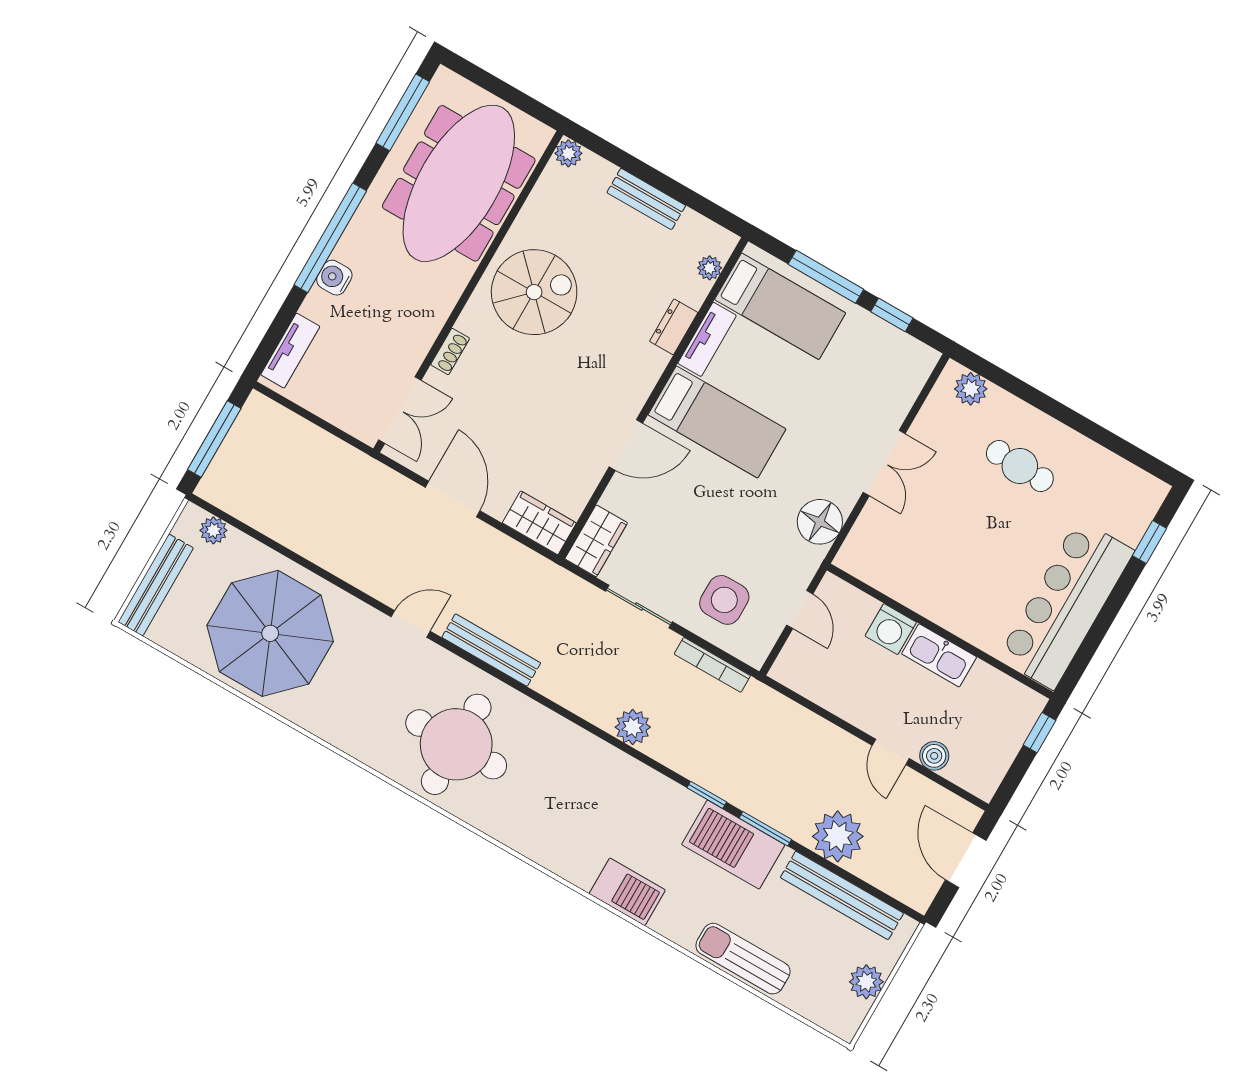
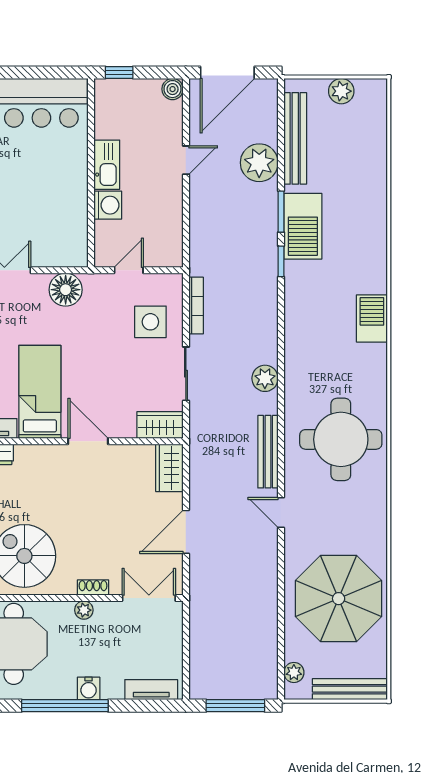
plant: (430, 325) -> (84, 610), added
plant: (633, 727) -> (265, 378), moved
boiler: (934, 756) -> (173, 89), moved
door: (966, 860) -> (227, 73), width x1.36
barbecue: (627, 892) -> (372, 318), moved
sun lounger: (743, 959) -> (372, 178), removed

